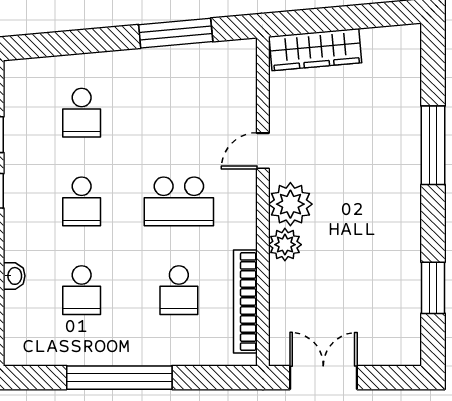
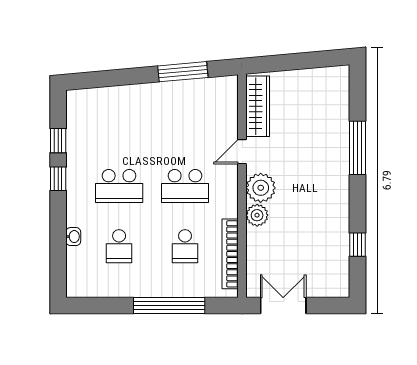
wardrobe: (315, 50) -> (258, 106), moved, turned -85
school desk: (82, 113) -> (119, 126), removed
school desk: (82, 201) -> (119, 186), width x1.85
window: (433, 288) -> (357, 245), width x0.67
window: (119, 378) -> (169, 305), moved

